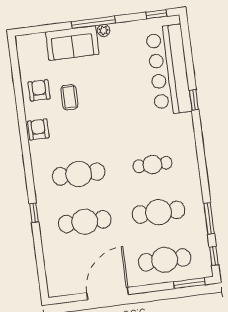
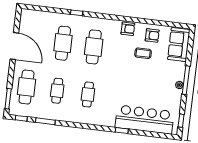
sofa: (72, 43) -> (179, 45), moved
cafe table: (159, 212) -> (57, 91), width x0.73, depth x0.74

